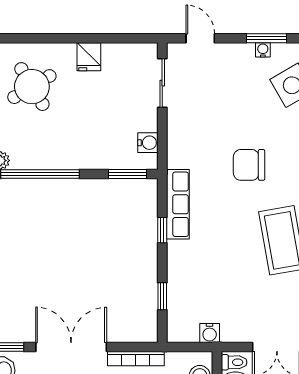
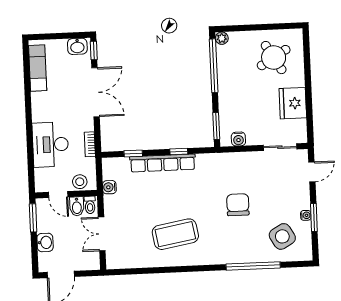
fridge: (89, 57) -> (293, 103), width x1.88, depth x1.34
chair: (249, 165) -> (238, 205), moved
row of seats: (178, 204) -> (163, 163), moved, width x1.36
bookcase: (136, 359) -> (90, 144), width x0.64

